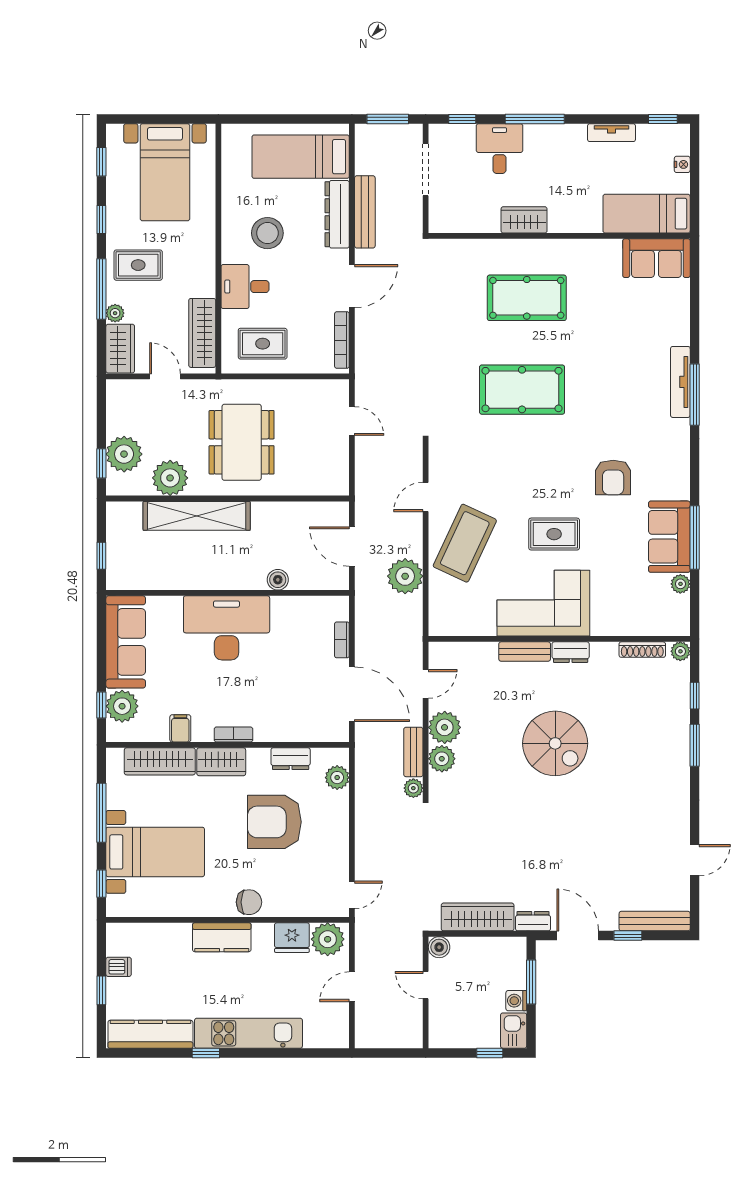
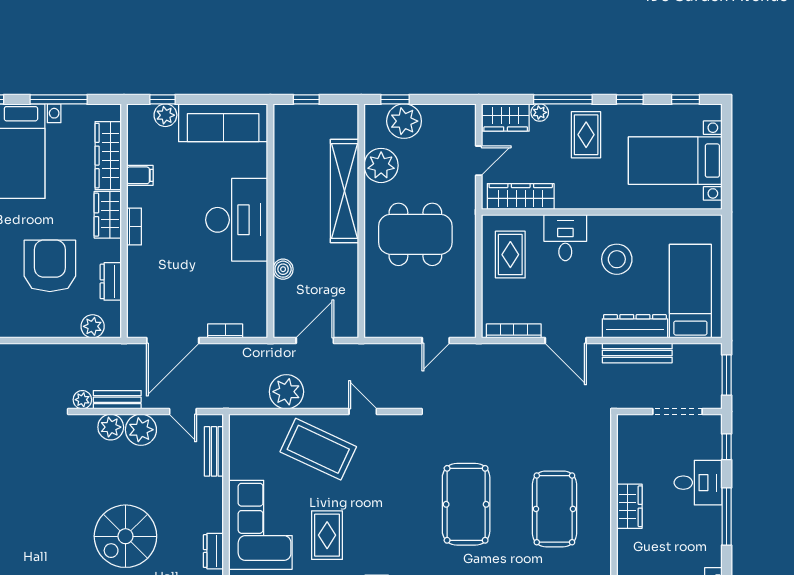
bench: (525, 652) -> (214, 451), moved
plant: (122, 706) -> (165, 115), width x0.73, depth x0.73

